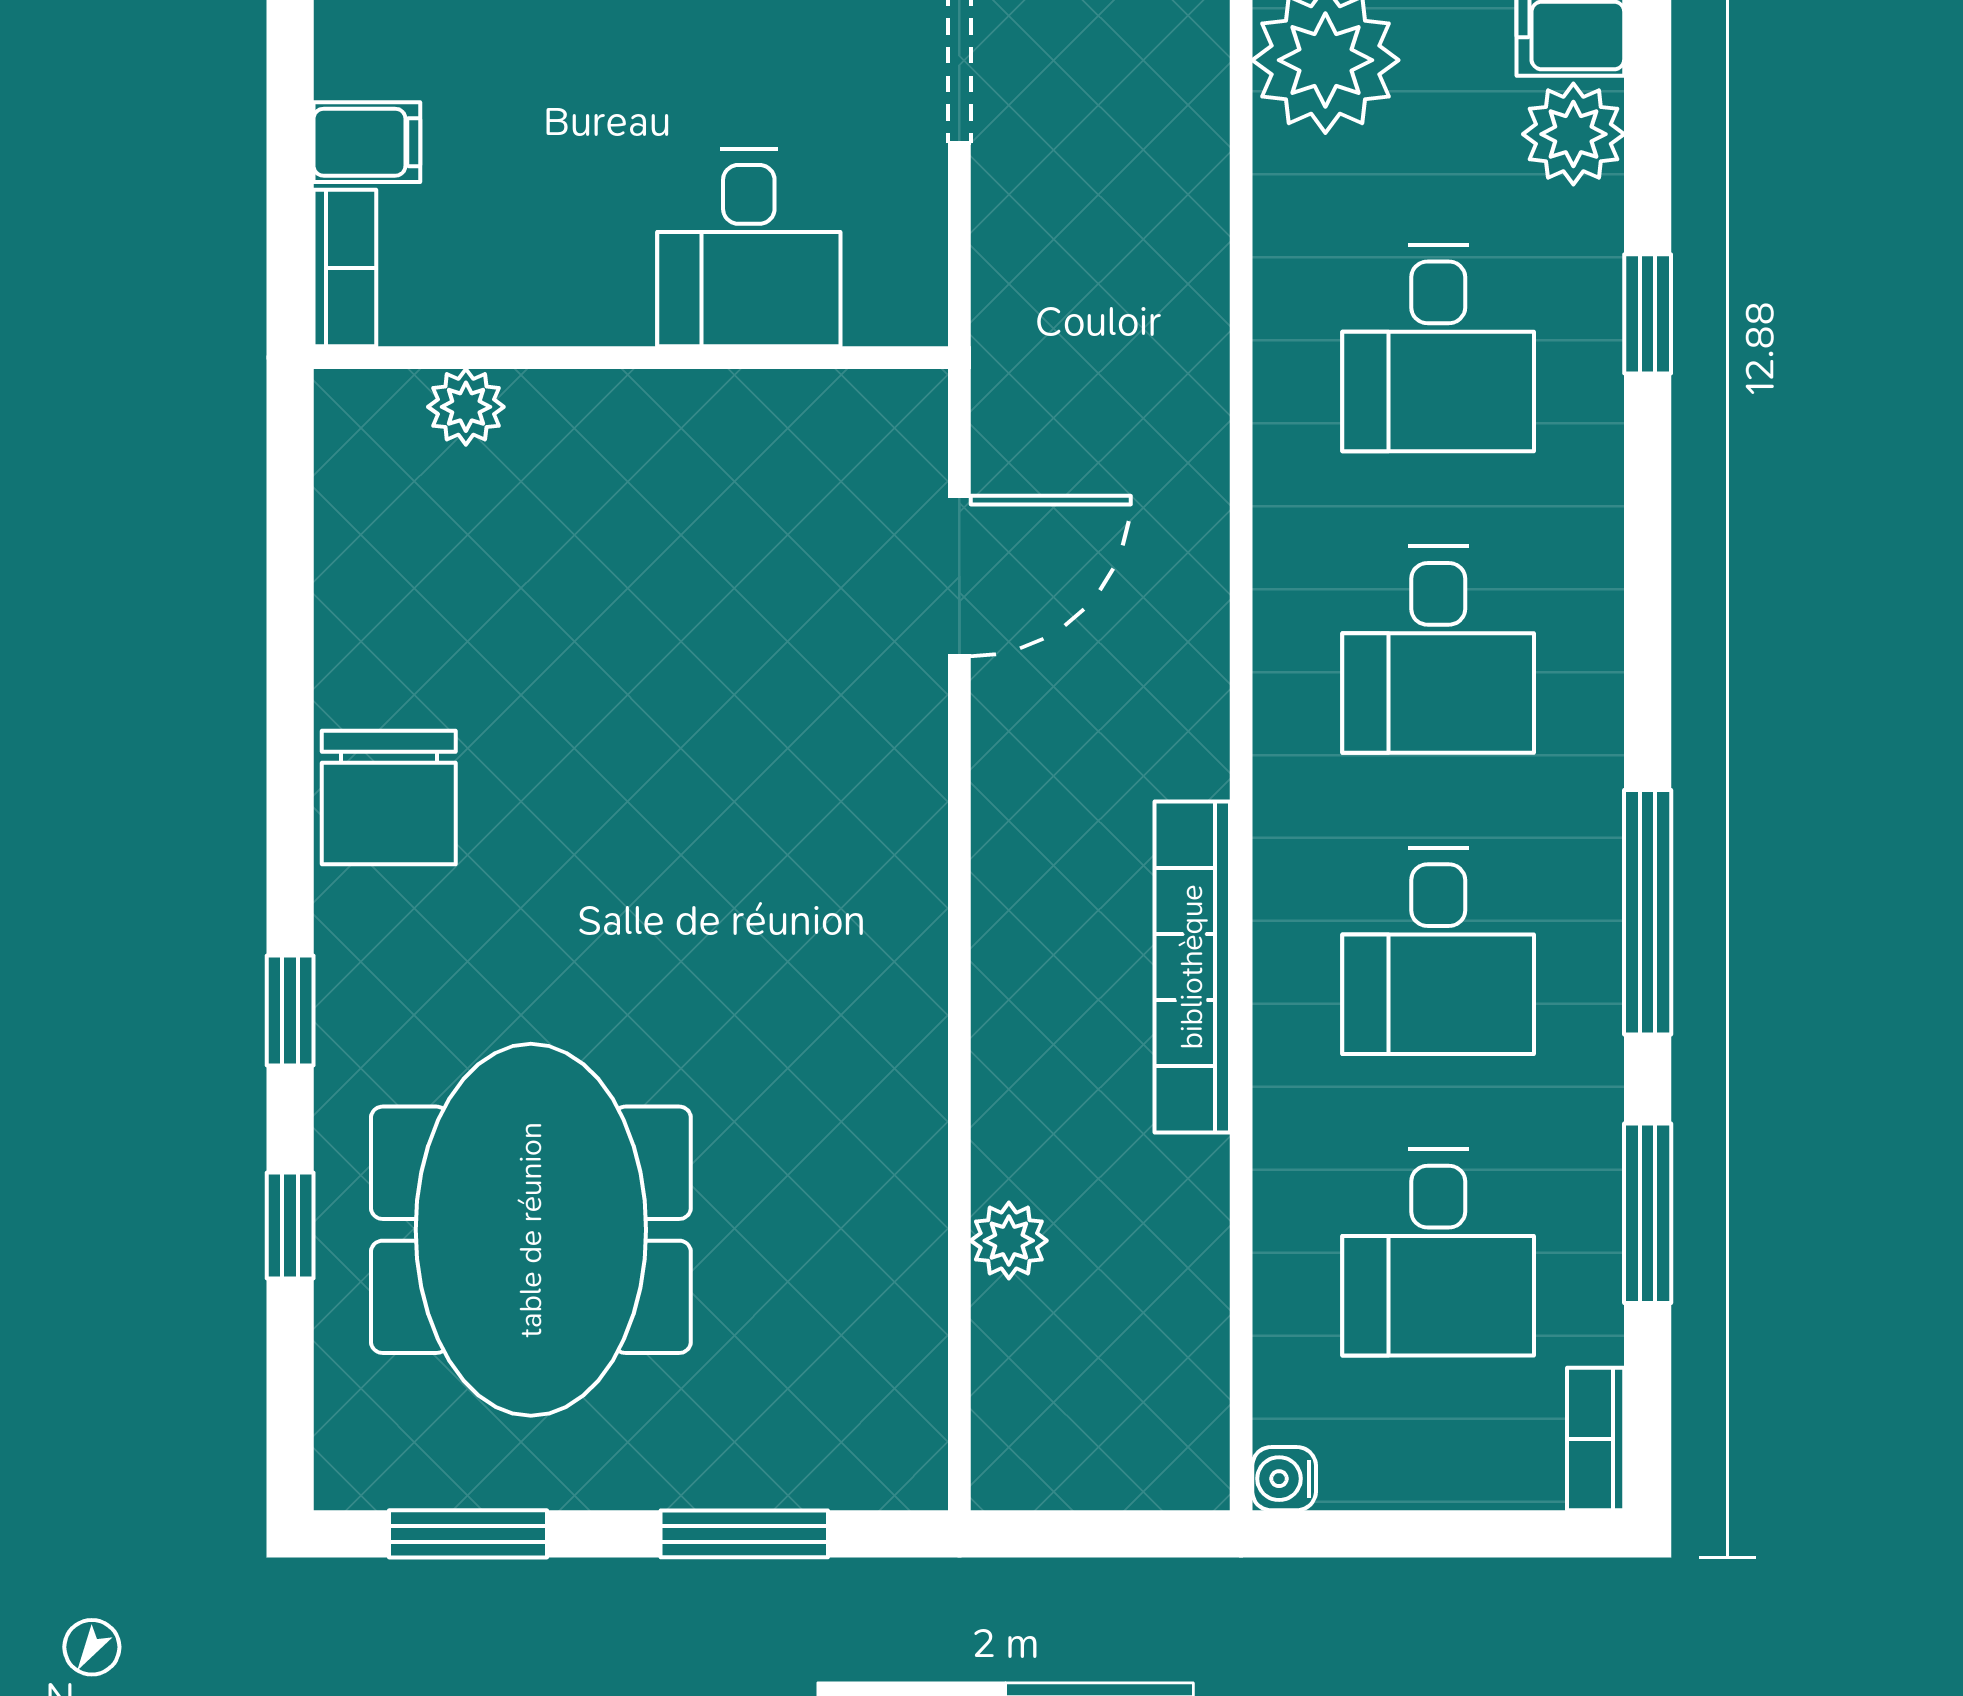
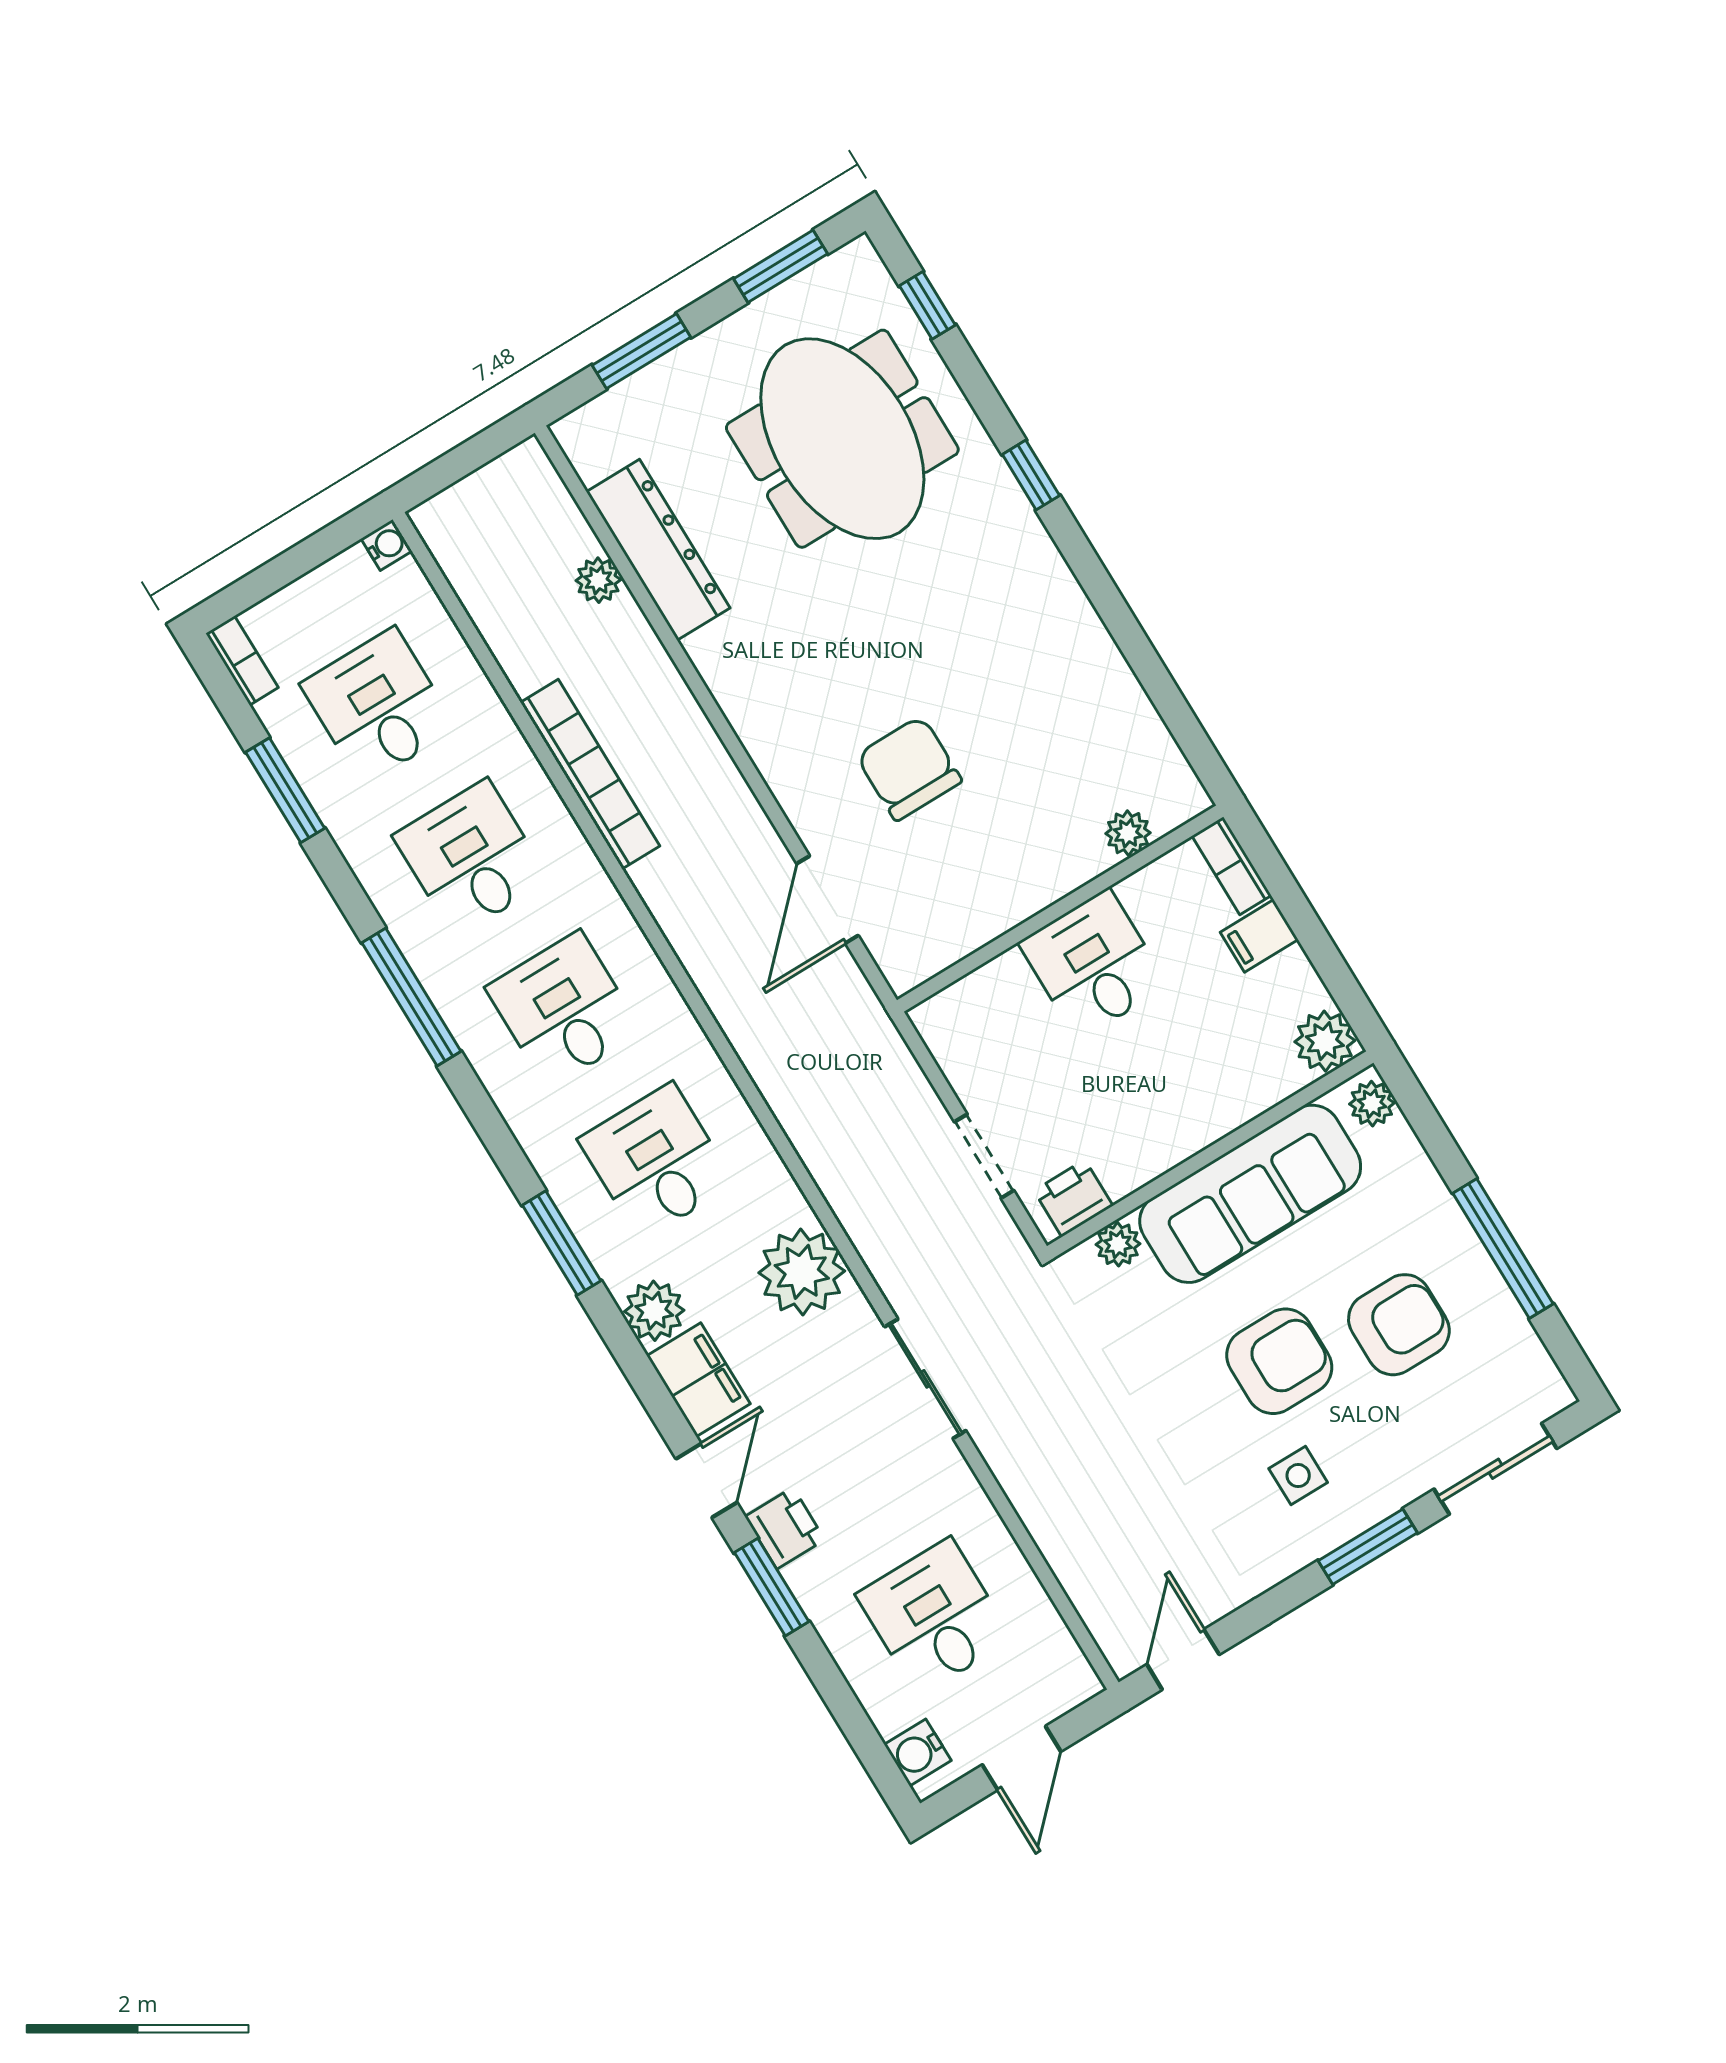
desk: (749, 248) -> (1093, 964), moved
window: (1648, 314) -> (562, 1243), width x1.50
chair: (389, 797) -> (909, 768), moved
window: (1648, 912) -> (411, 997), moved
window: (290, 1225) -> (927, 305), moved
dresser: (895, 1232) -> (658, 550), added

